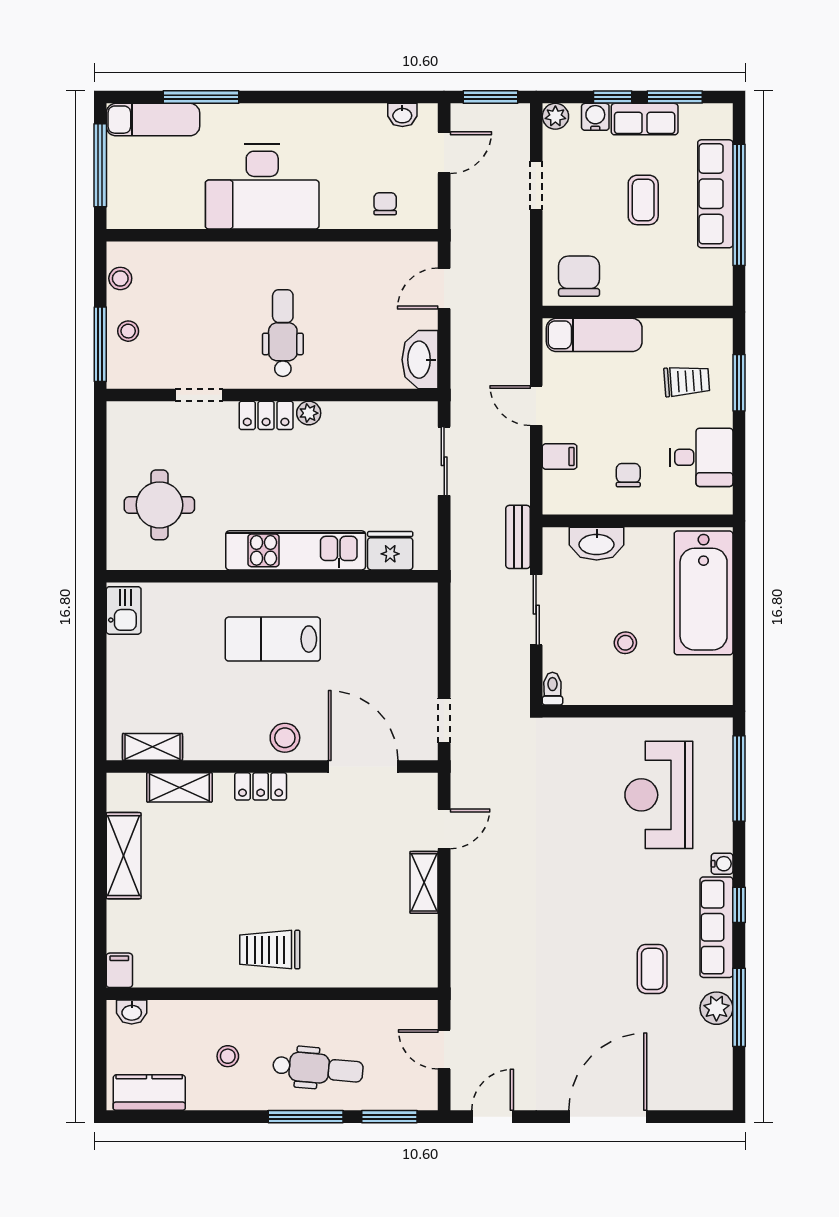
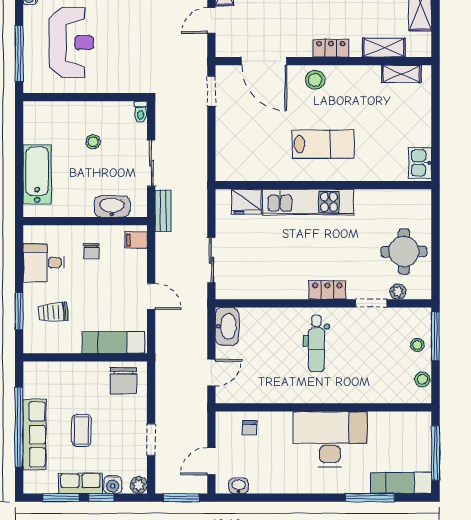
plant: (309, 413) -> (398, 292), moved
filing cabinet: (560, 457) -> (136, 240), moved
round table: (159, 505) -> (404, 251), moved
bathtub: (704, 593) -> (37, 174), width x0.73, depth x0.73

